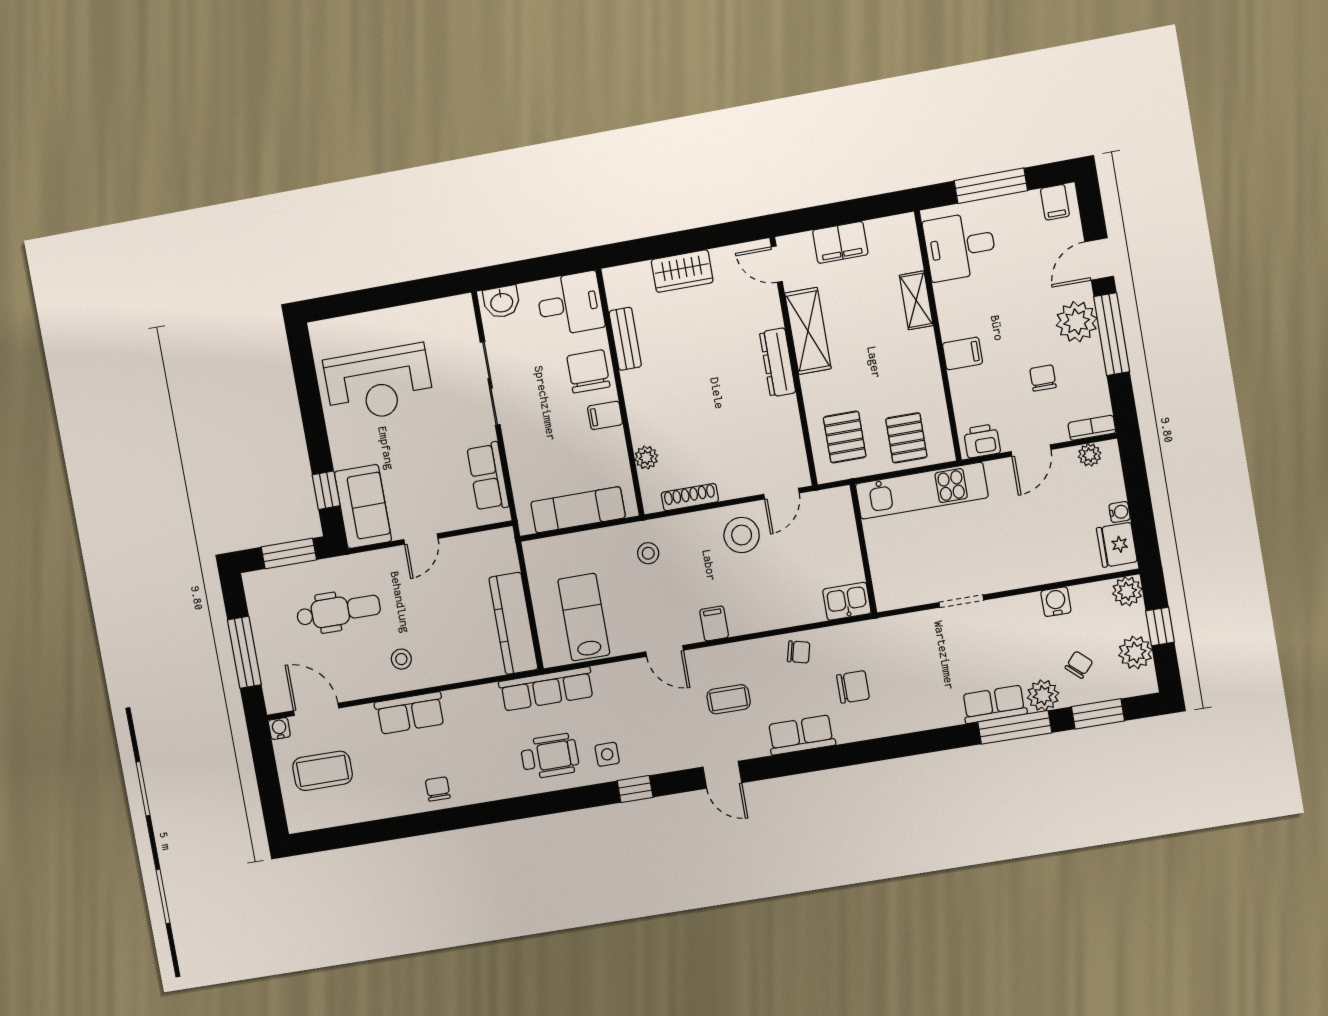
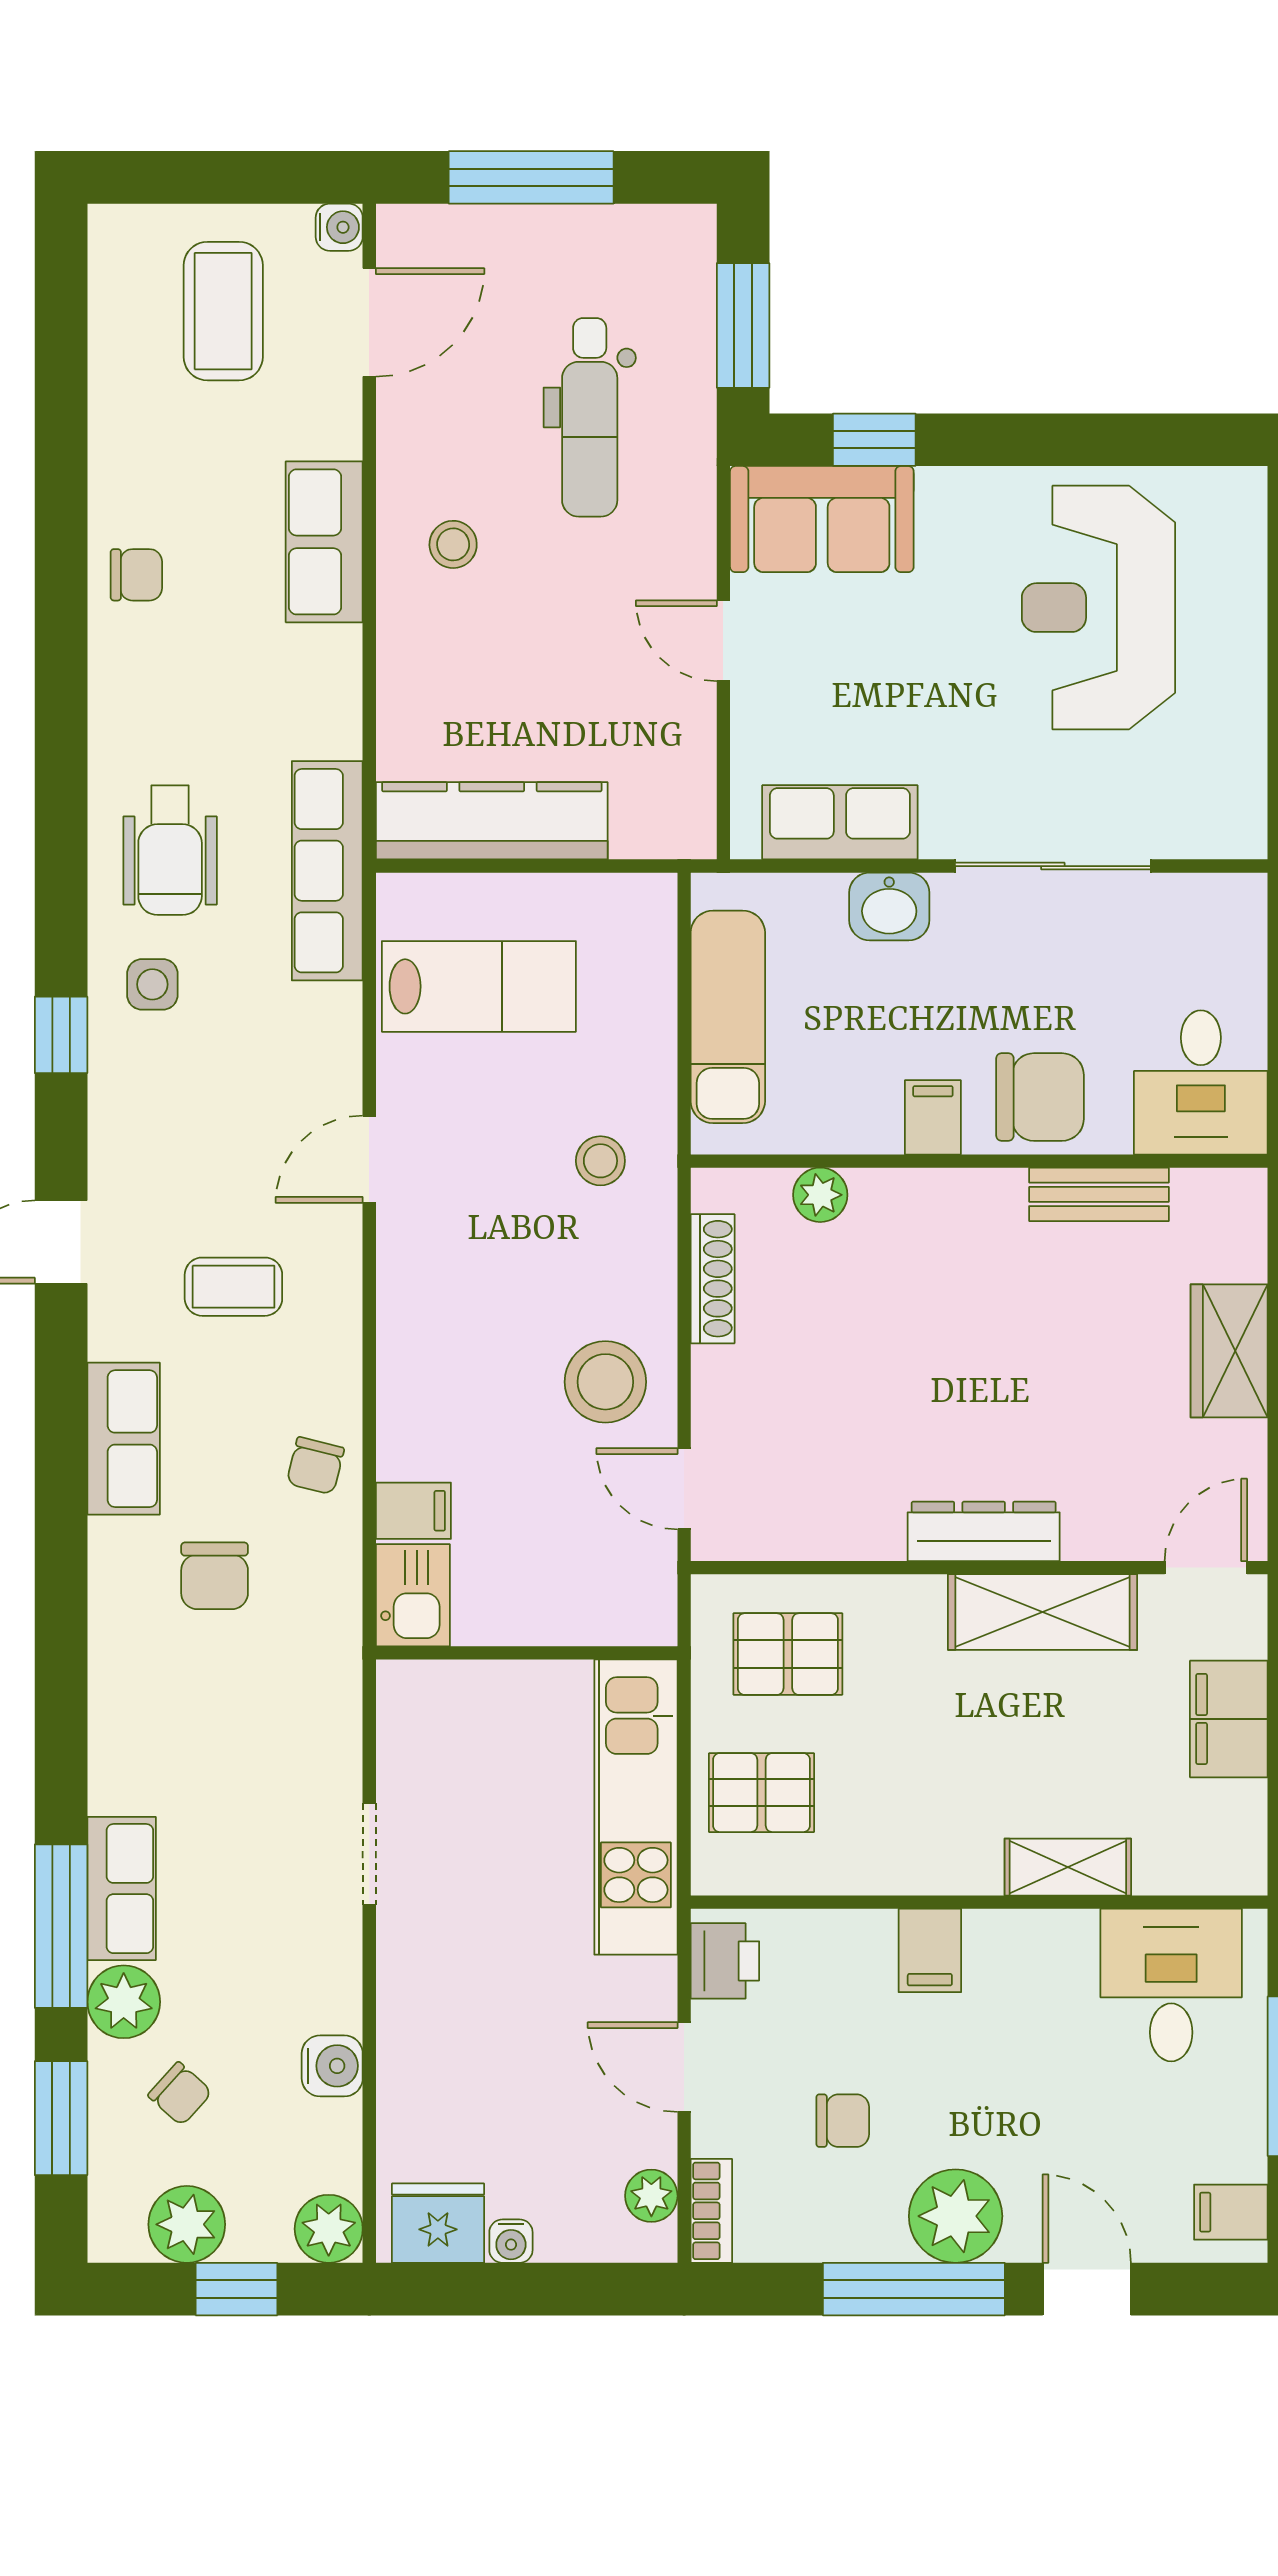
washbasin: (502, 302) -> (889, 906), moved, turned -90
filing cabinet: (714, 623) -> (413, 1511), moved
coffee table: (729, 699) -> (233, 1287), turned 90

